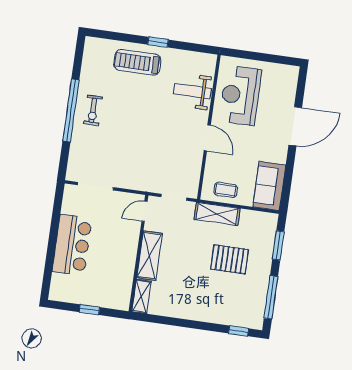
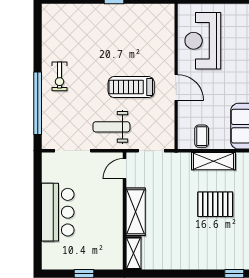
treadmill: (137, 62) -> (131, 87), moved
weight bench: (192, 91) -> (111, 127), moved
window: (71, 110) -> (38, 103), moved
coffee table: (226, 190) -> (202, 136), turned 90
shelving: (217, 214) -> (213, 161), moved

